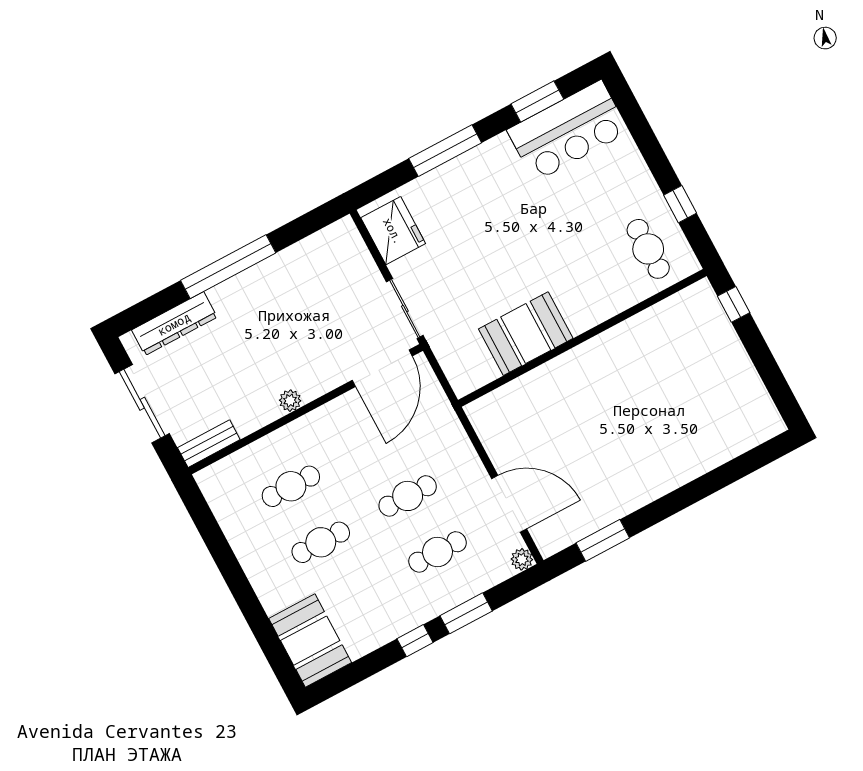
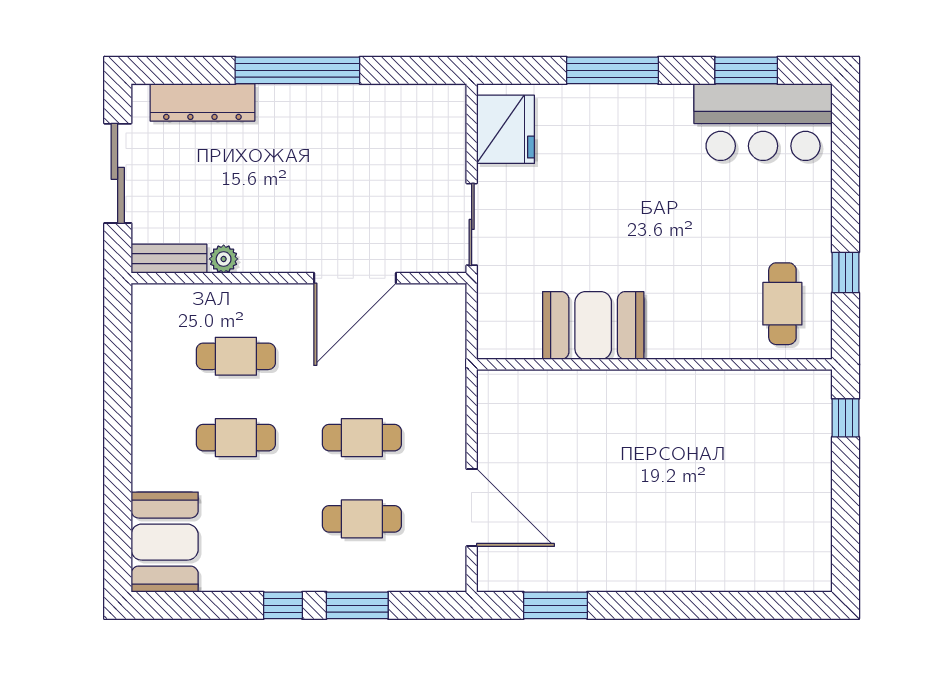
door: (382, 368) -> (355, 278), moved
plant: (290, 401) -> (224, 259), moved
plant: (522, 559) -> (453, 578), removed

